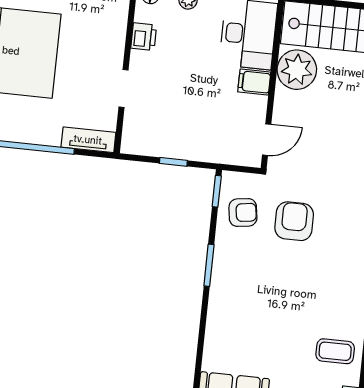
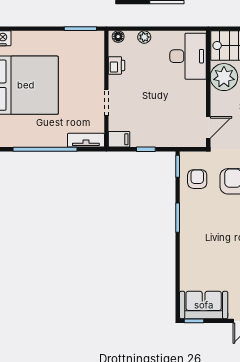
filing cabinet: (254, 82) -> (119, 139), moved, turned 180
armchair: (243, 213) -> (197, 179), turned -82

